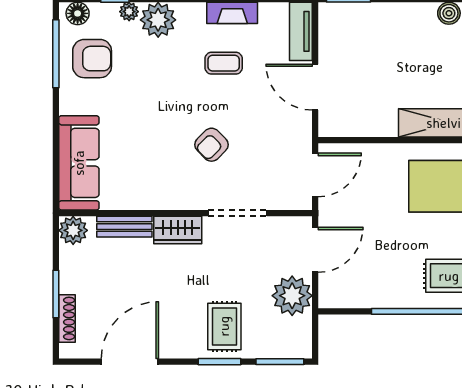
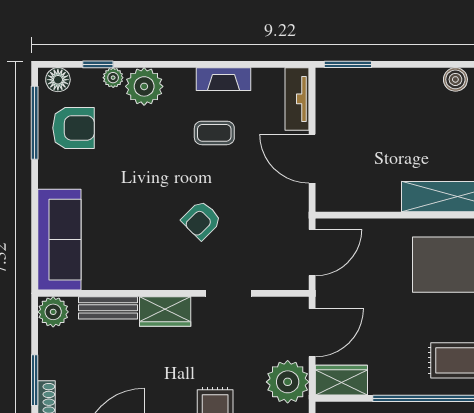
doorway: (237, 213) -> (229, 293), width x0.73
wardrobe: (342, 294) -> (341, 380), added

